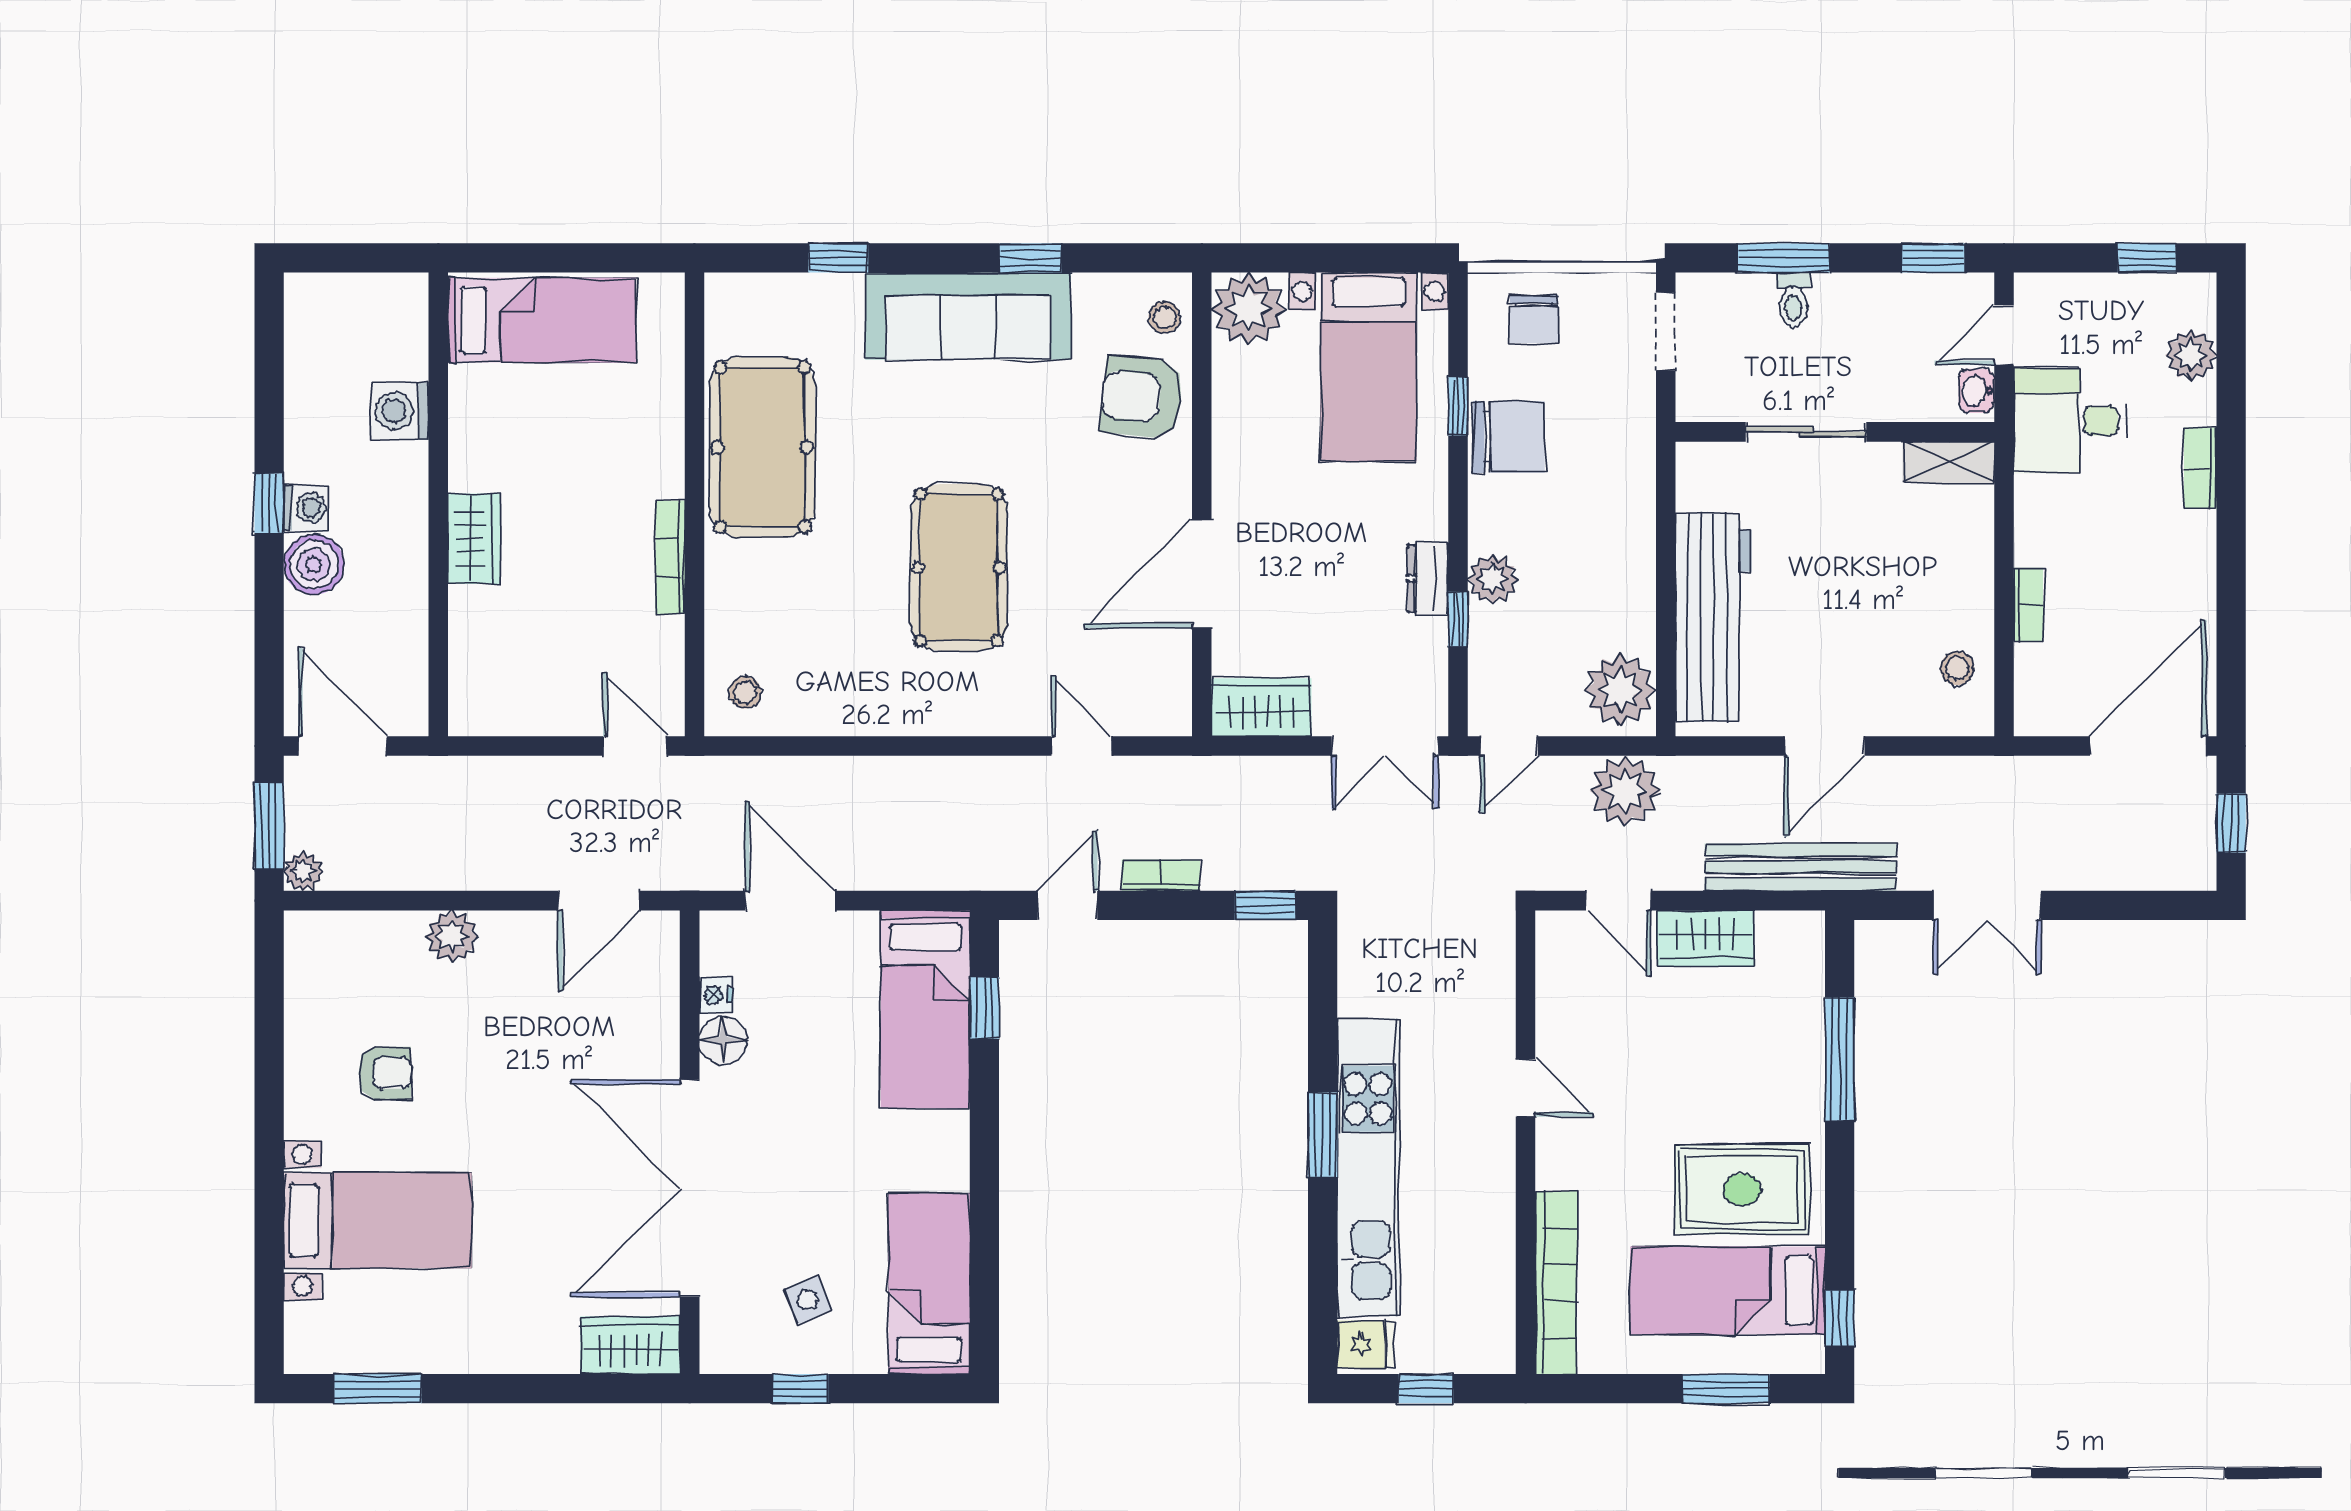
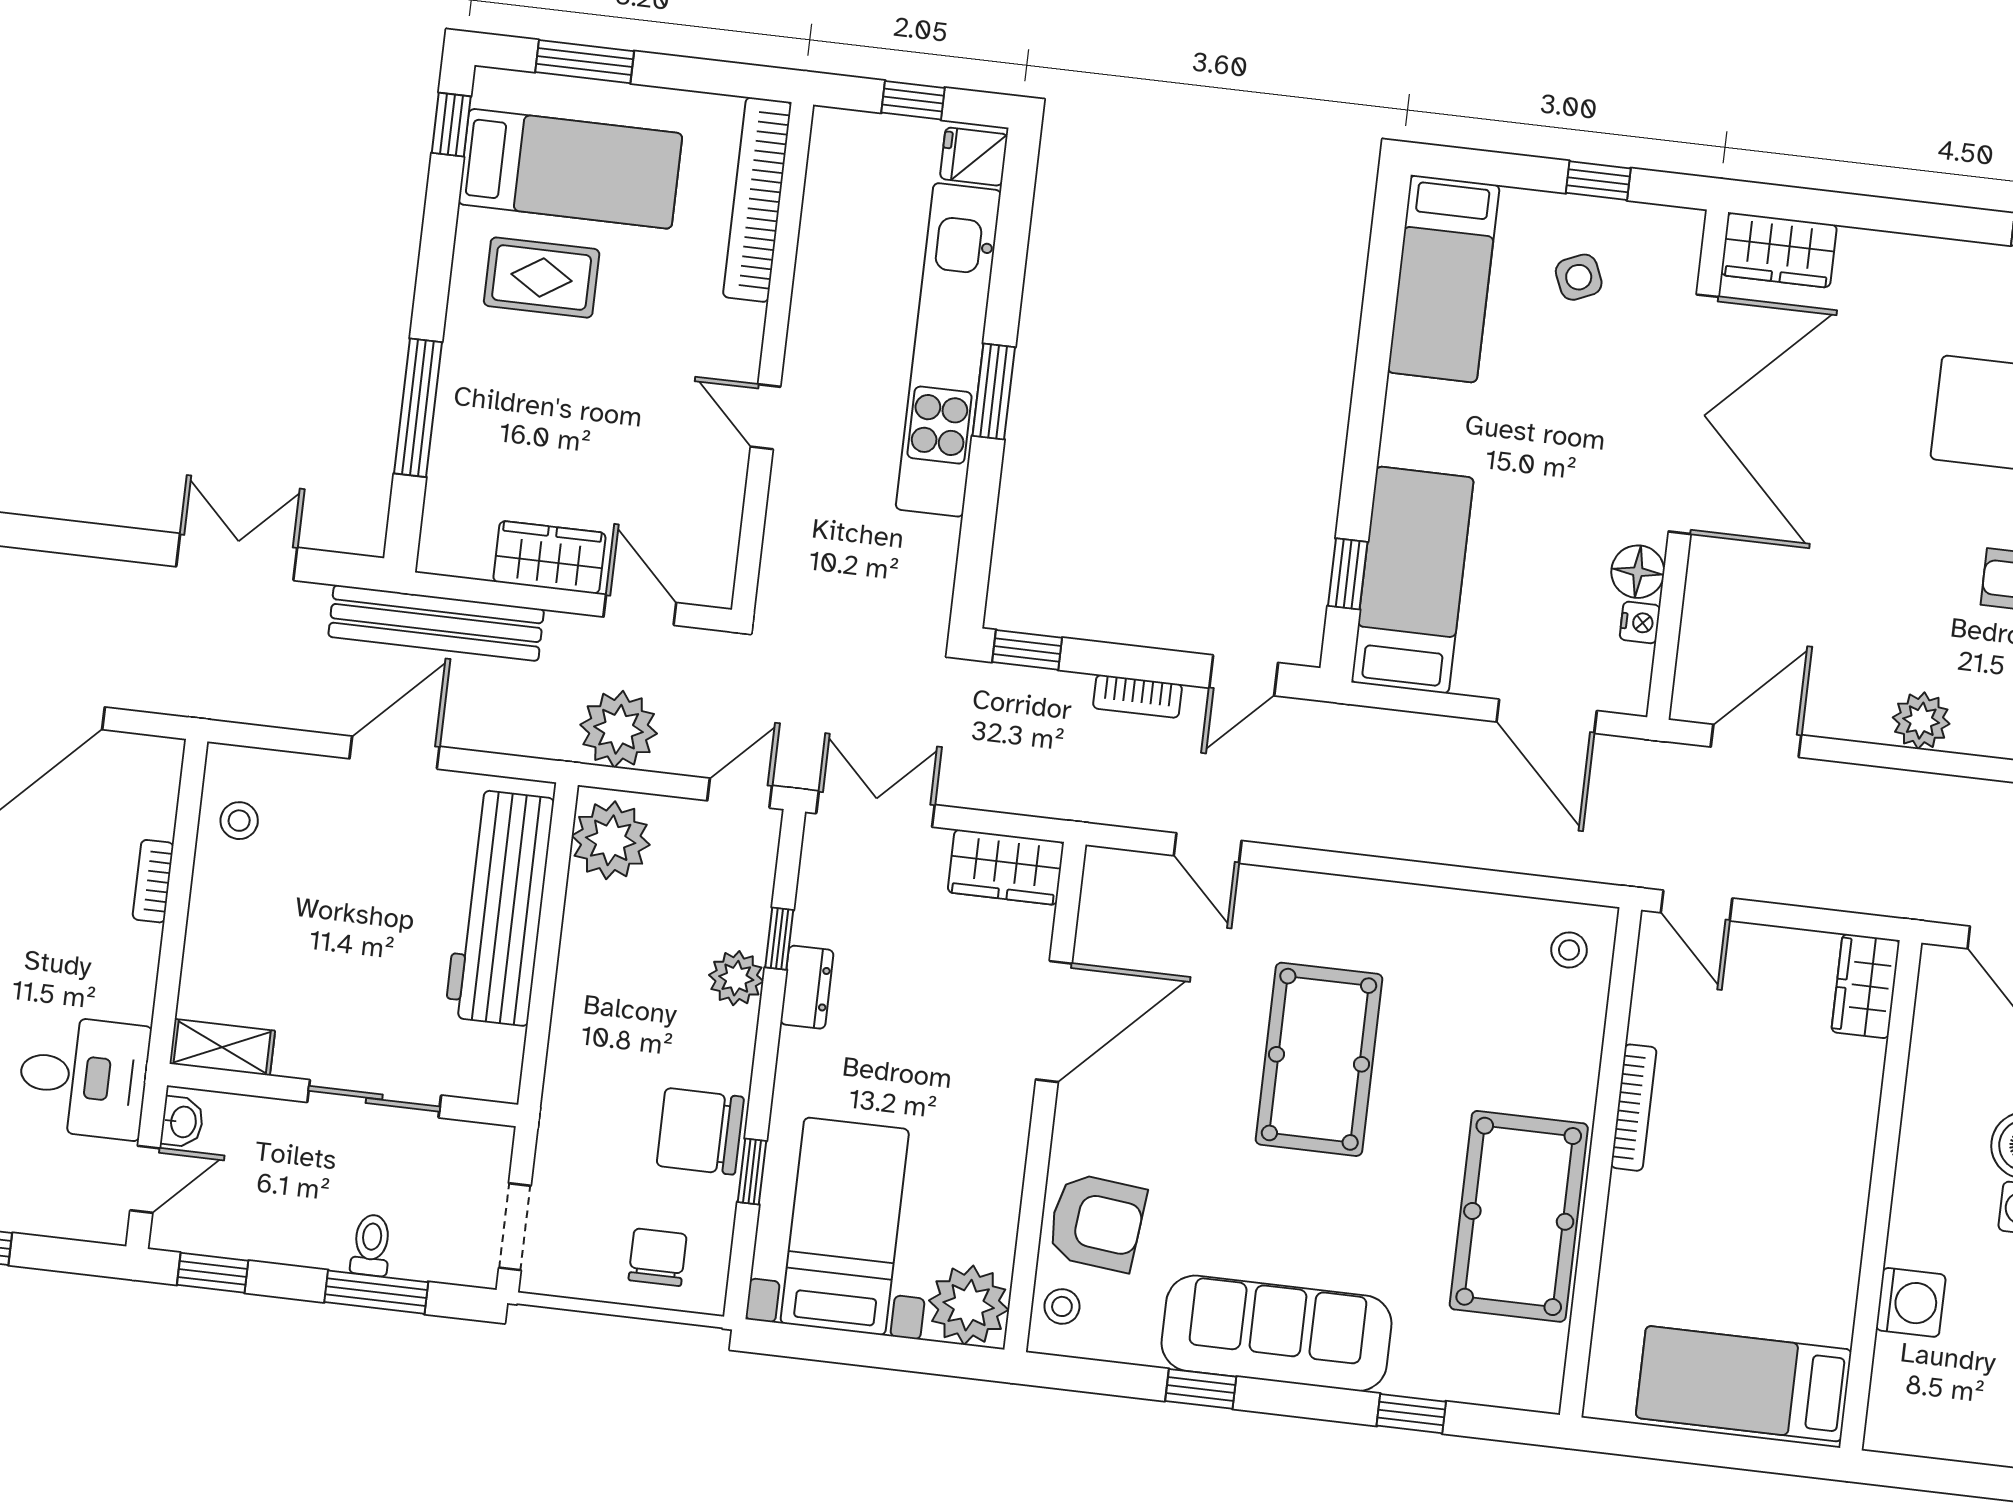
wardrobe: (474, 539) -> (1866, 986), moved
rug: (1742, 1190) -> (542, 278), width x0.73, depth x0.70

